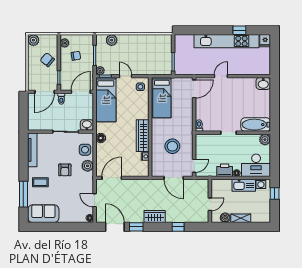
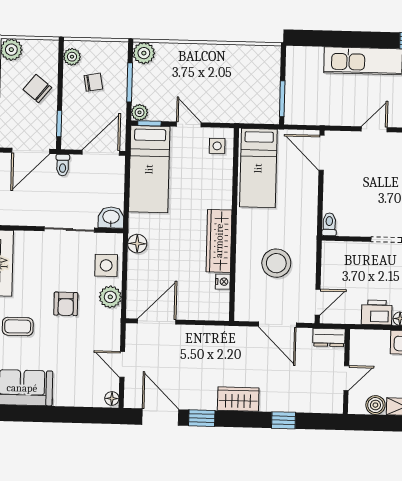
plant: (112, 40) -> (144, 53), moved
door: (194, 89) -> (322, 153), swing flipped
dresser: (200, 184) -> (329, 337), added

